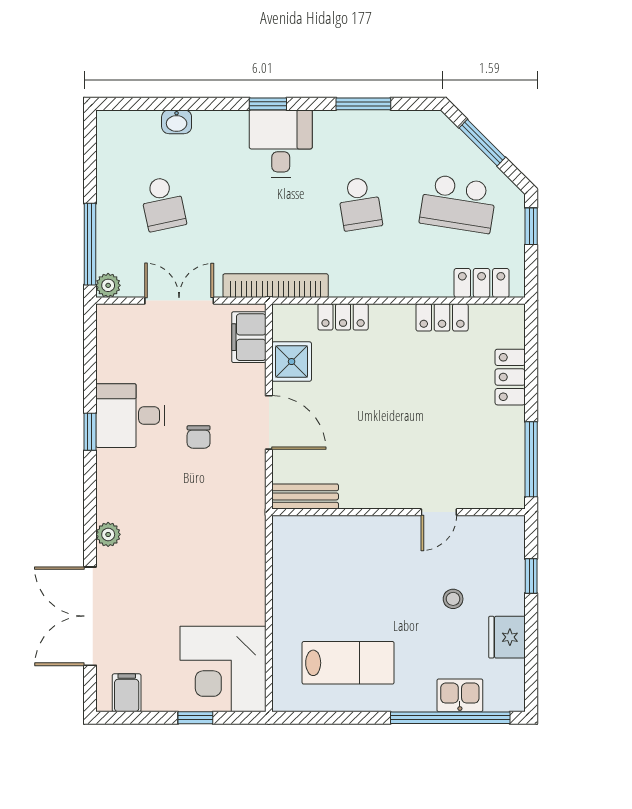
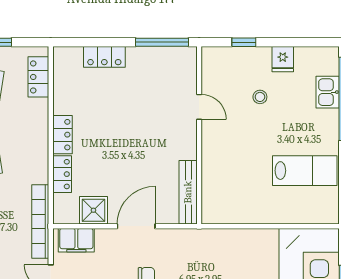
locker: (442, 317) -> (62, 135), moved
bench: (305, 496) -> (188, 192), width x1.36
fridge: (507, 637) -> (283, 59), width x0.72
lab bench: (348, 663) -> (305, 171), turned 90

